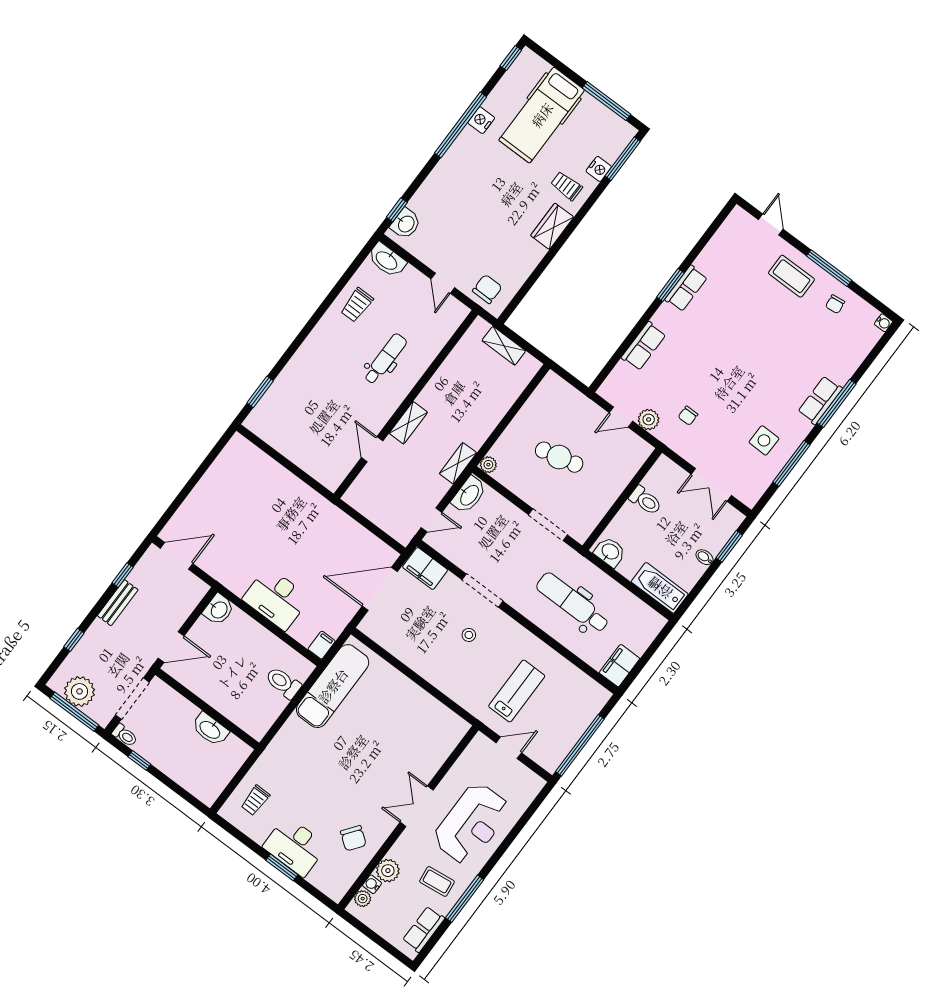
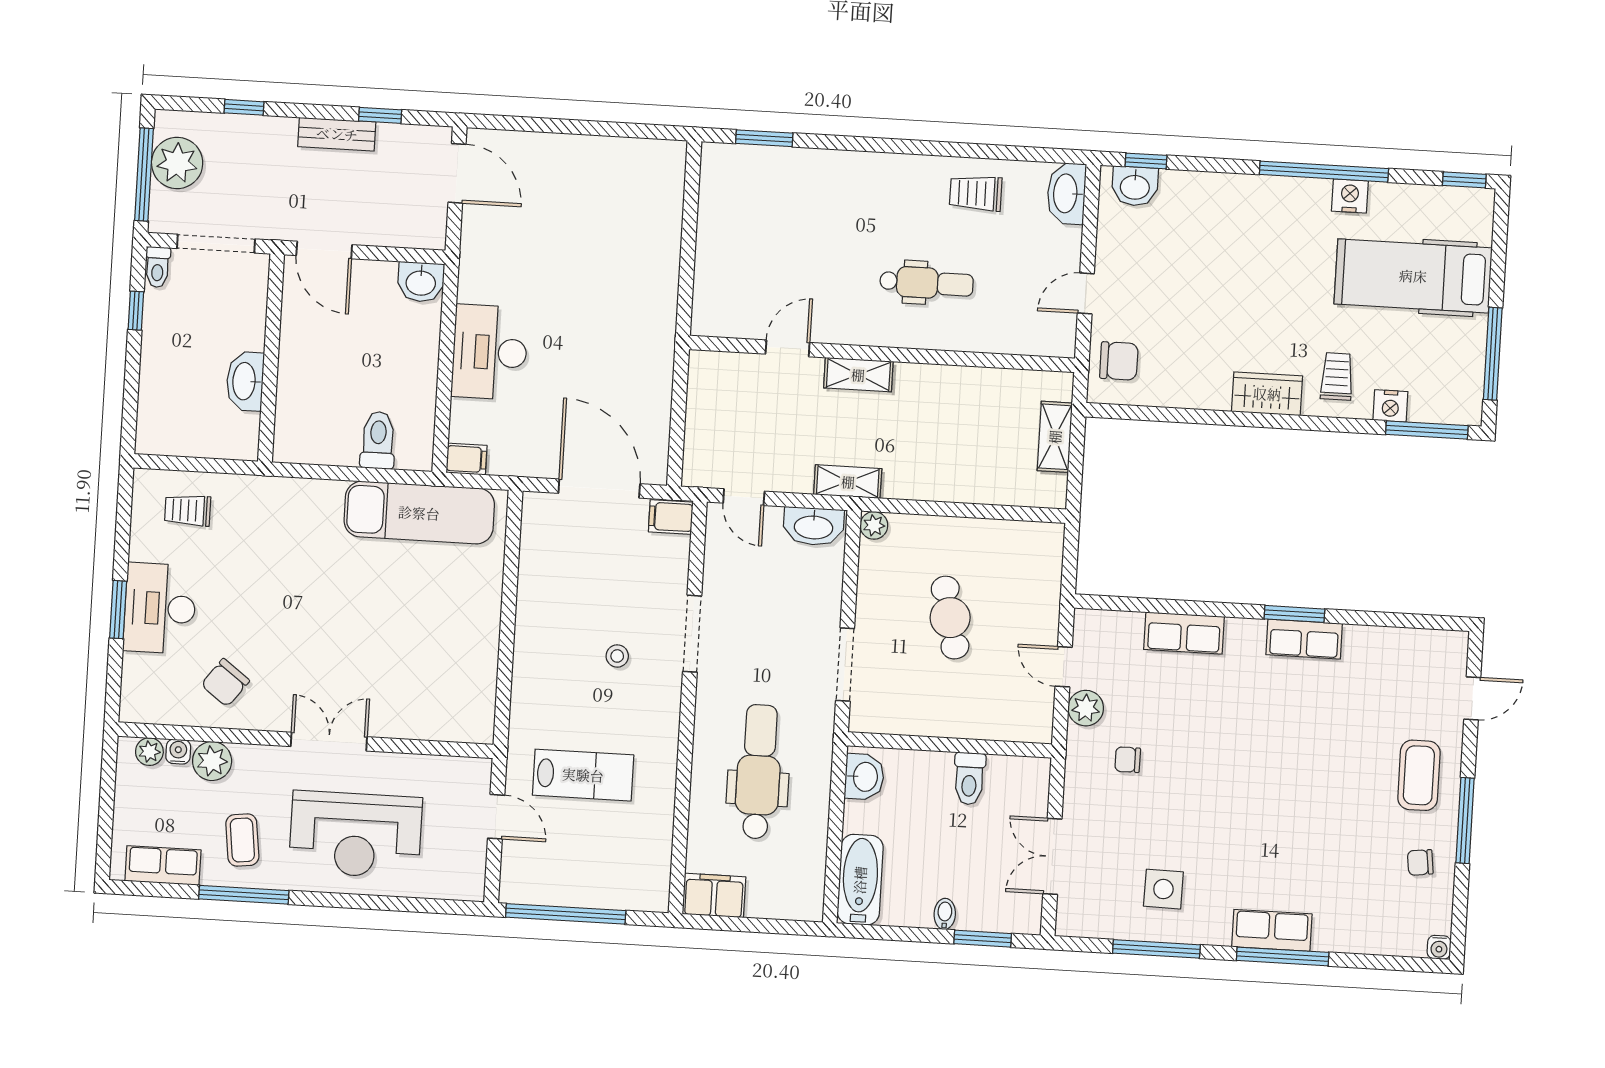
filing cabinet: (425, 568) -> (671, 517), width x0.50

